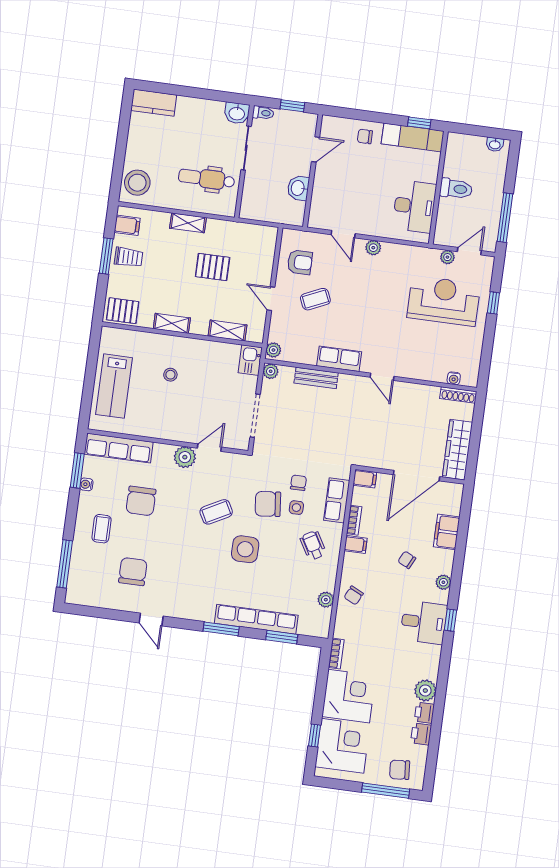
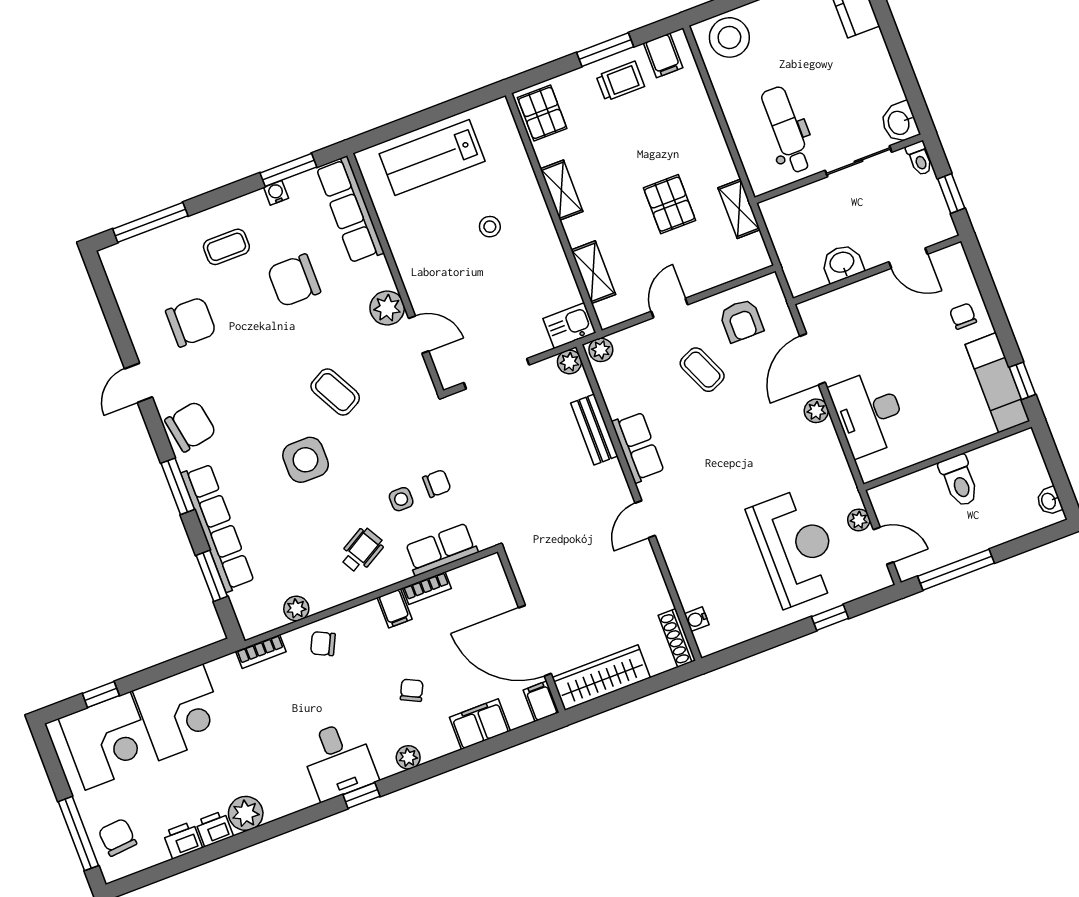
desk: (414, 206) -> (869, 413), moved, turned 90
shelving: (188, 223) -> (739, 209), moved
door: (343, 234) -> (813, 359), width x1.38
trolley: (129, 257) -> (620, 81), turned -90
filing cabinet: (365, 479) -> (541, 701), moved, turned 180
chair: (268, 504) -> (191, 426), moved, turned 86
bookcase: (336, 654) -> (261, 651), moved

